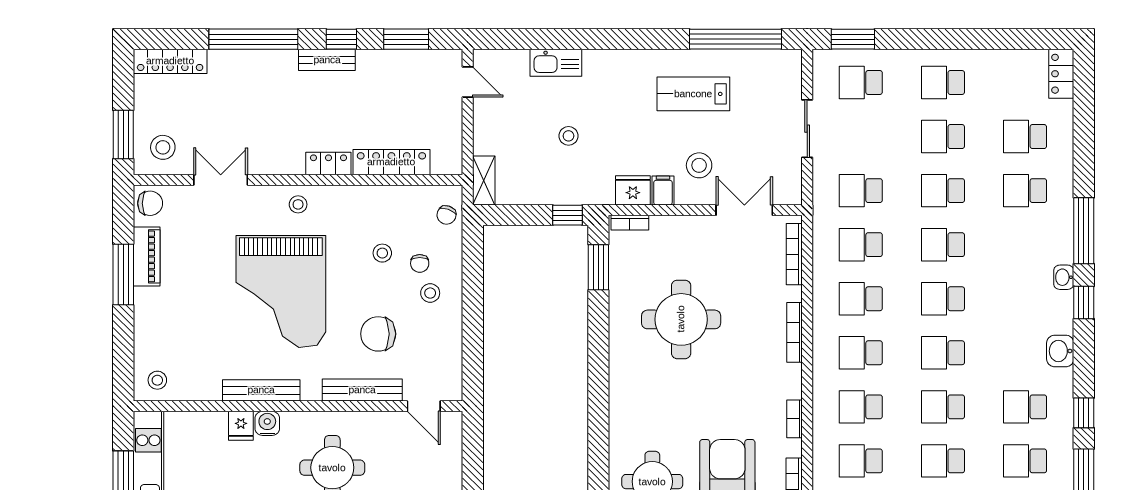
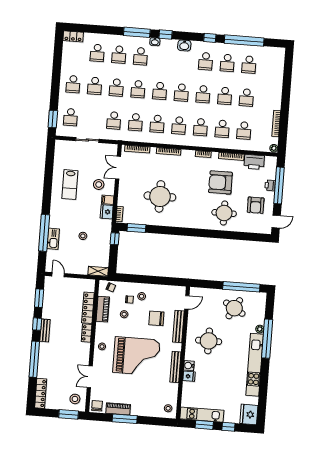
window: (736, 39) -> (44, 233), moved
door: (468, 82) -> (58, 275), hinge flipped
piano: (391, 199) -> (103, 309), added
school desk: (1025, 245) -> (141, 56), added
chair: (378, 334) -> (156, 318), turned 90

